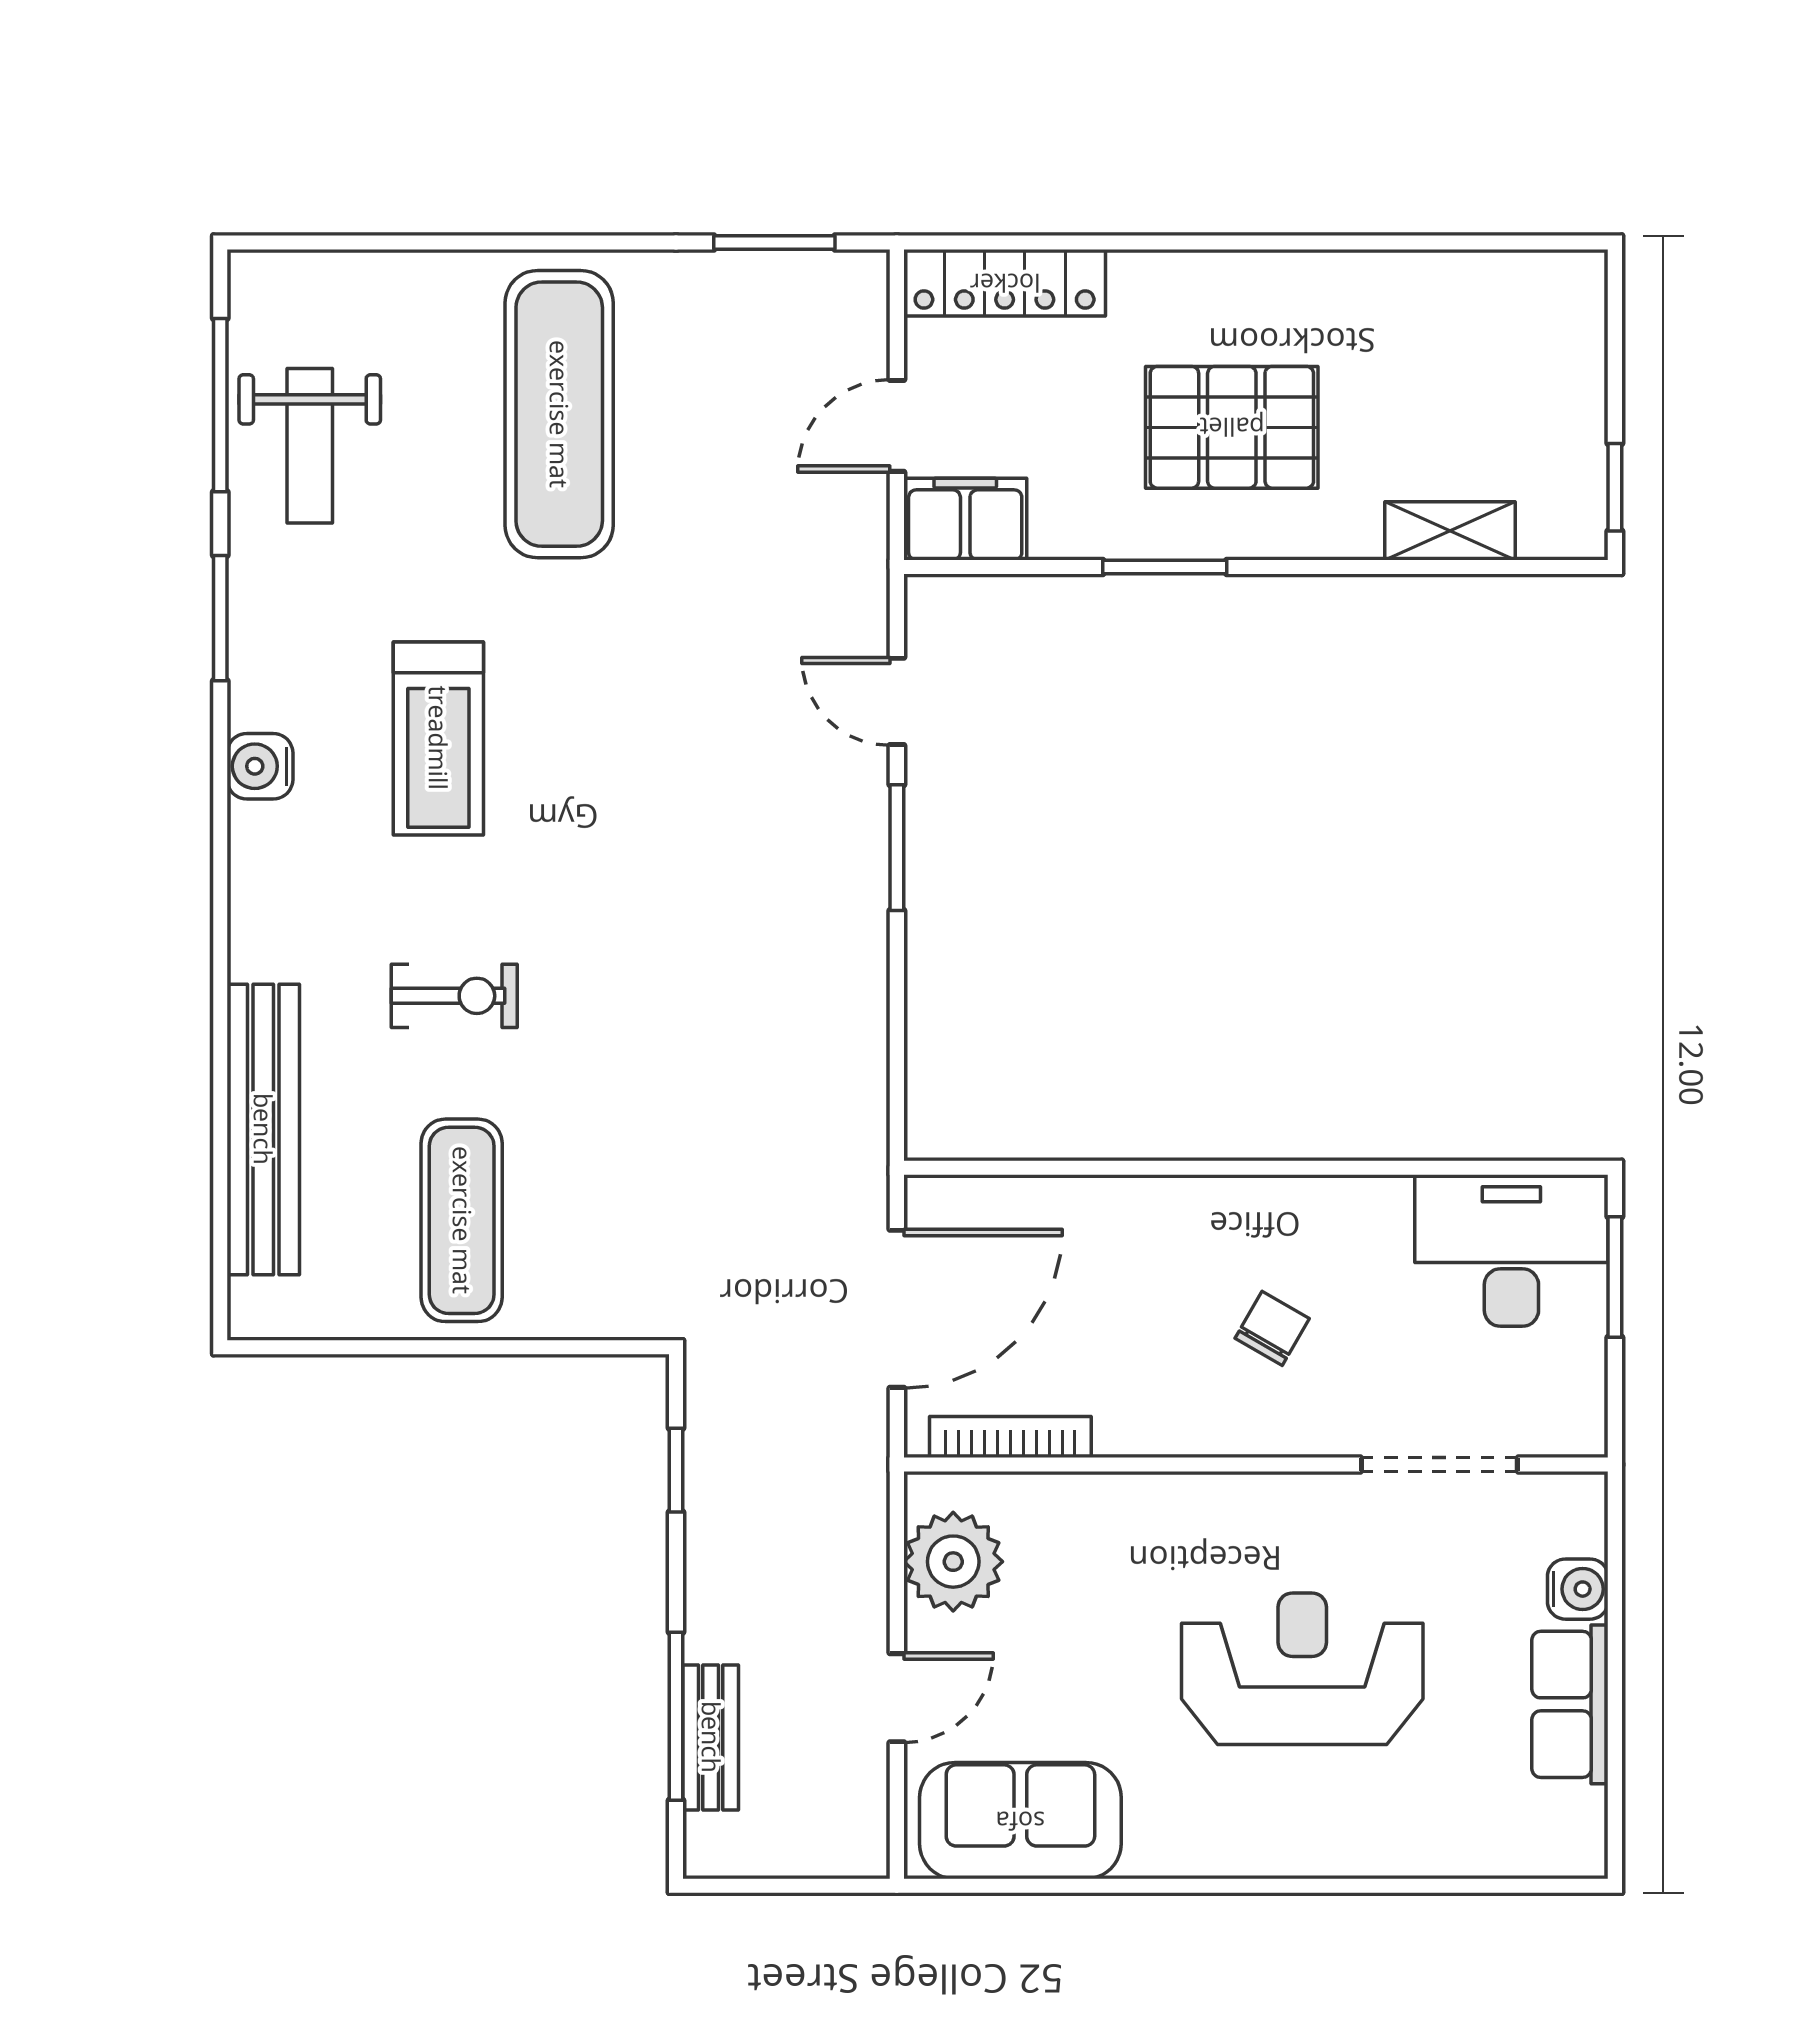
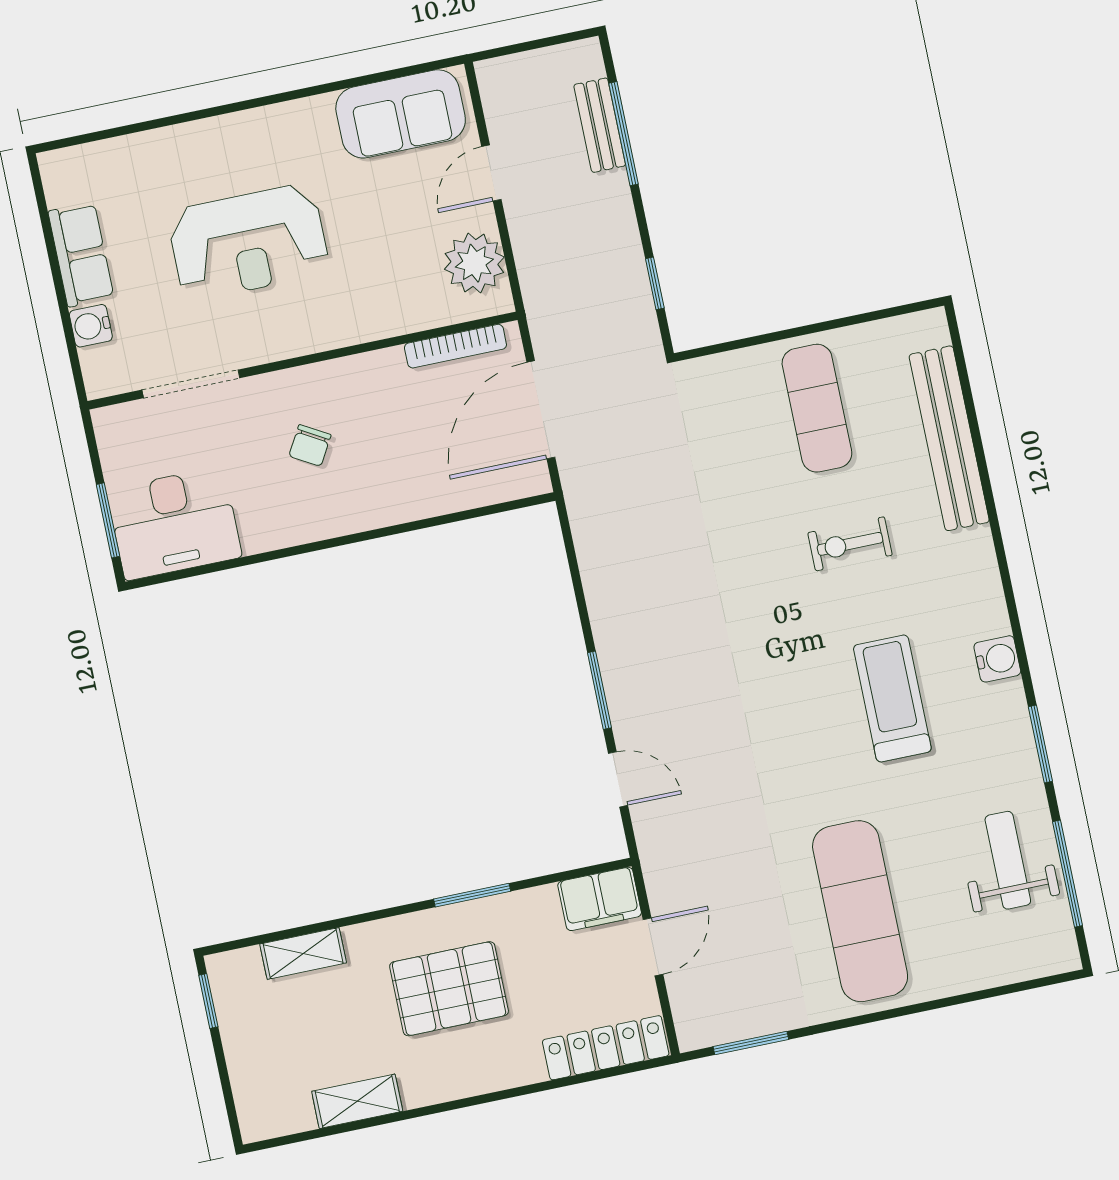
shelving: (1413, 280) -> (357, 1101), added

